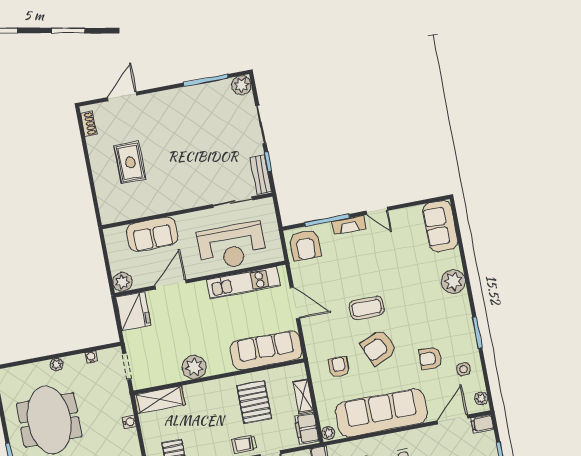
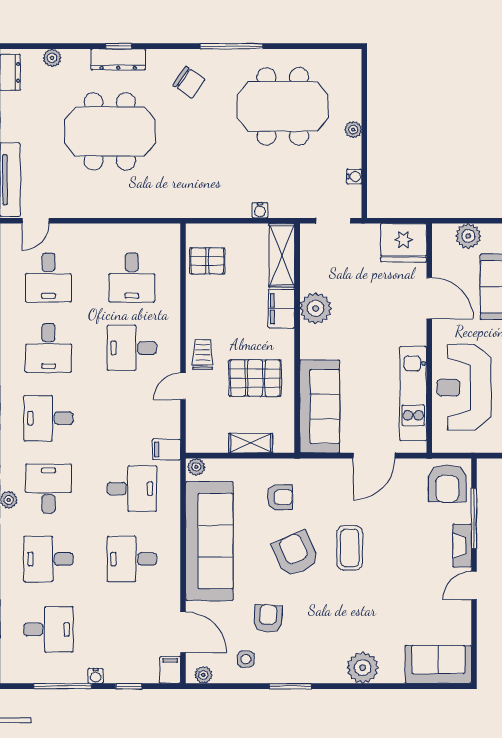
armchair: (305, 245) -> (447, 483), turned -90
plant: (122, 282) -> (468, 236), moved
filing cabinet: (307, 428) -> (281, 309), moved, turned -90

